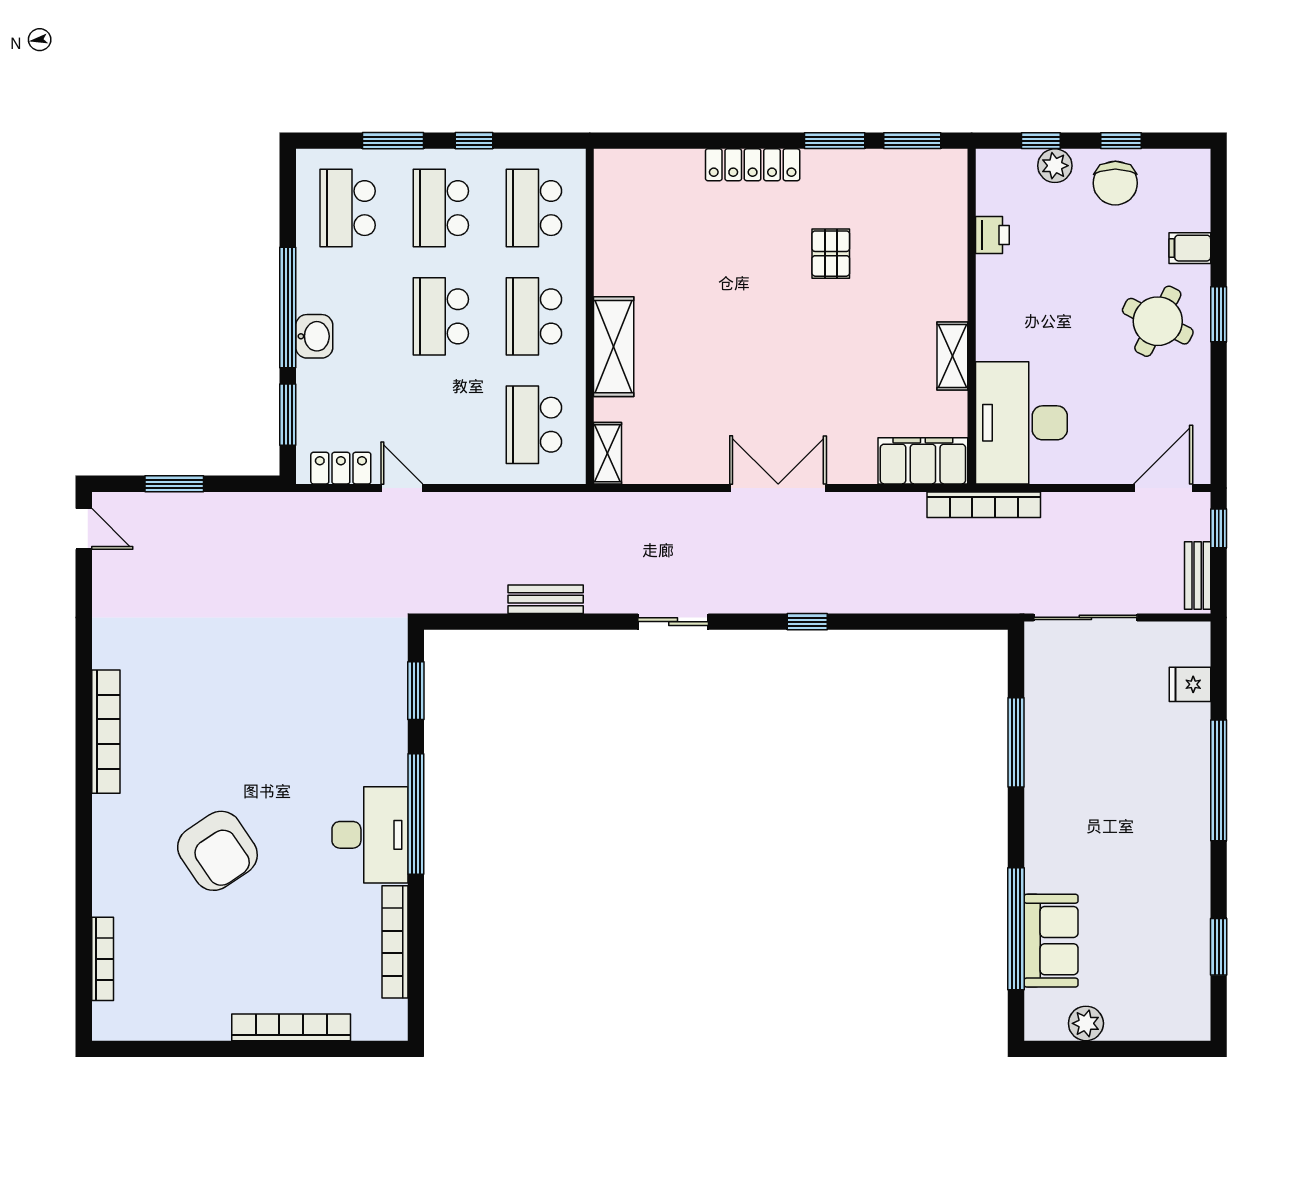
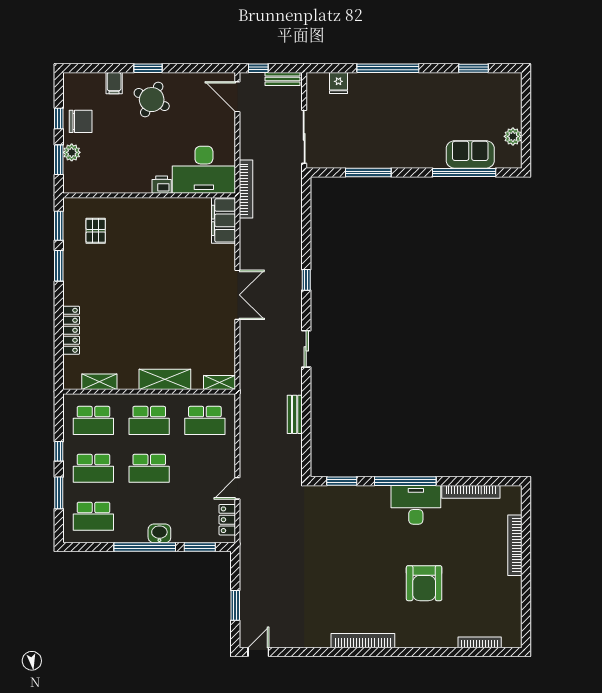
window: (1041, 141) -> (59, 160), width x1.50
locker: (753, 165) -> (71, 330), moved
printer: (992, 235) -> (162, 185), moved
pallet: (831, 254) -> (96, 231), moved, turned 90
shelving: (952, 356) -> (99, 382), moved
double door: (778, 488) -> (237, 295), swing flipped
armchair: (217, 851) -> (424, 583), turned 124

